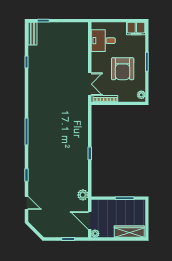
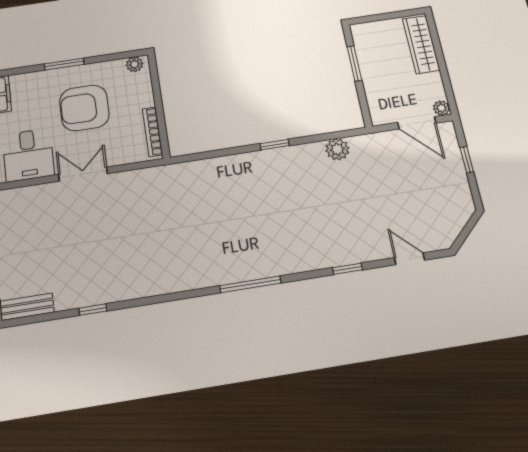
armchair: (123, 69) -> (84, 108), turned 180
double door: (90, 84) -> (83, 174), moved
plant: (83, 195) -> (337, 149), moved
door: (27, 203) -> (410, 259), hinge flipped
door: (90, 221) -> (417, 123), hinge flipped

